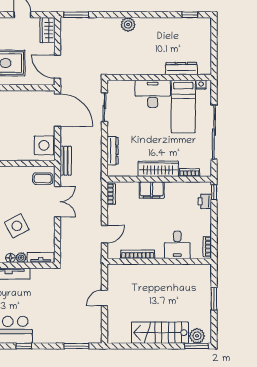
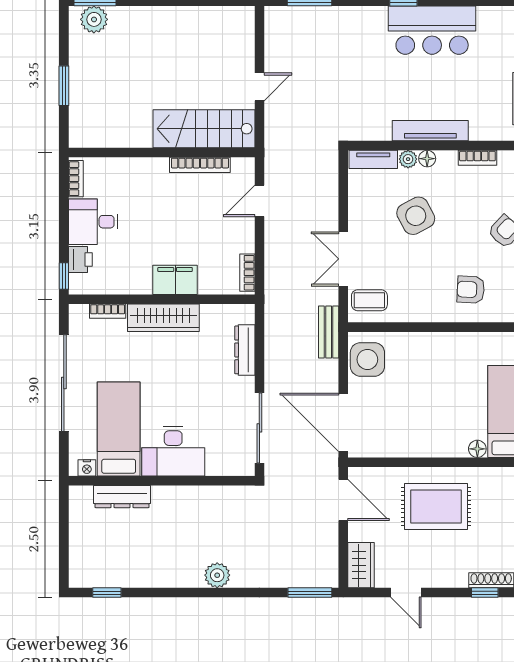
sliding door: (104, 107) -> (259, 428), width x1.37
desk: (177, 245) -> (93, 222), moved, turned -90
stairs: (160, 333) -> (204, 129), moved, turned 180

